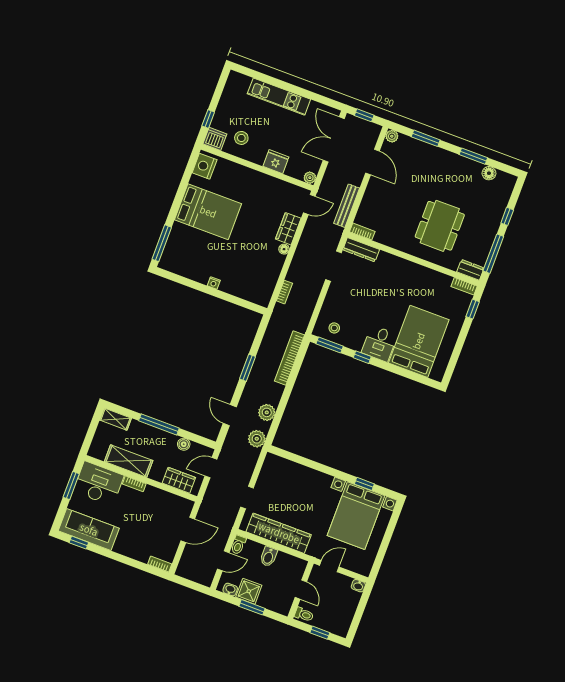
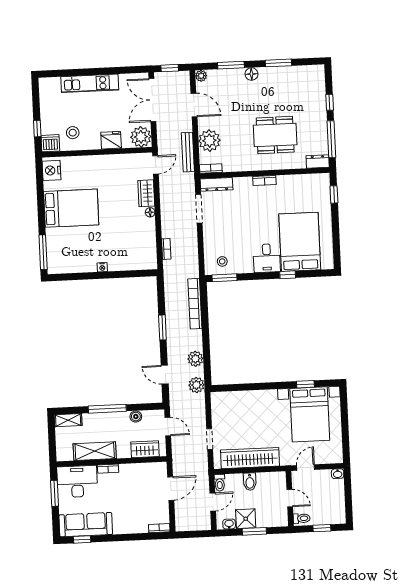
floor lamp: (489, 173) -> (251, 74), moved
plant: (310, 178) -> (141, 137), width x1.87, depth x1.87
plant: (373, 203) -> (209, 141), added
dining table: (440, 226) -> (275, 135), turned 90
bookcase: (464, 286) -> (264, 181), moved
window: (362, 357) -> (288, 275), moved
door: (211, 468) -> (168, 427), swing flipped

